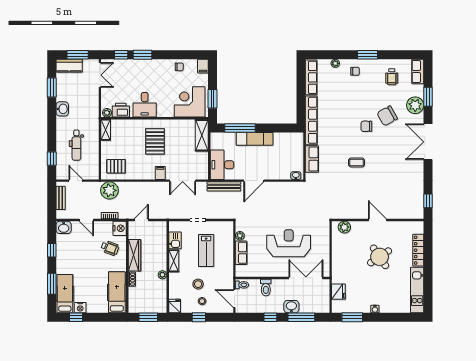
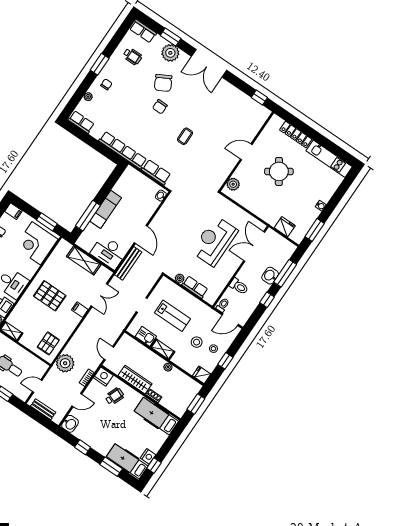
row of seats: (311, 77) -> (81, 122), width x0.68
shelving: (202, 135) -> (84, 260), moved

